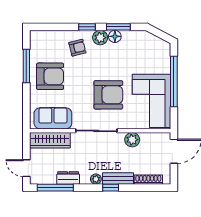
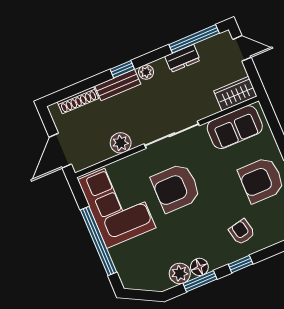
plant: (100, 38) -> (180, 273), moved
armchair: (77, 48) -> (242, 232), turned 92
wardrobe: (50, 140) -> (235, 94), width x0.67

